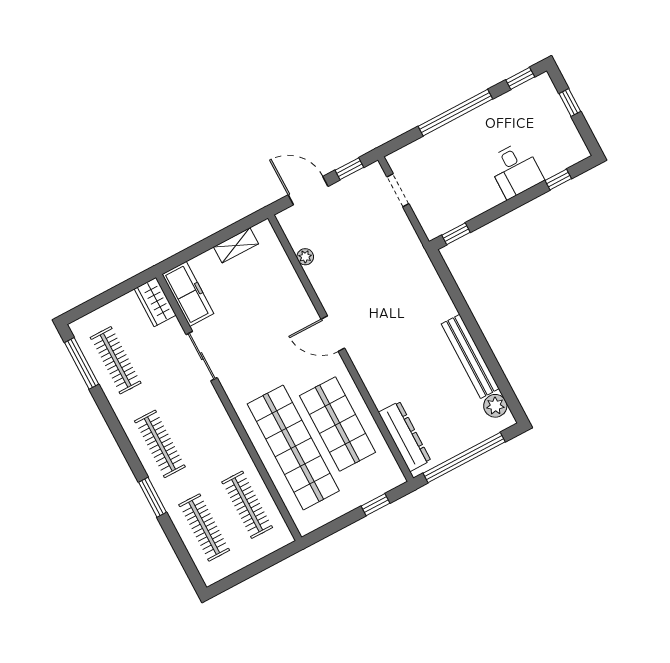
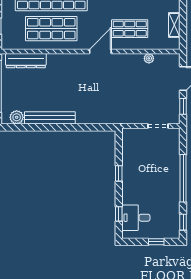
desk: (515, 170) -> (136, 218), moved
window: (456, 234) -> (119, 173), moved
shop shelf: (276, 308) -> (130, 29), added

